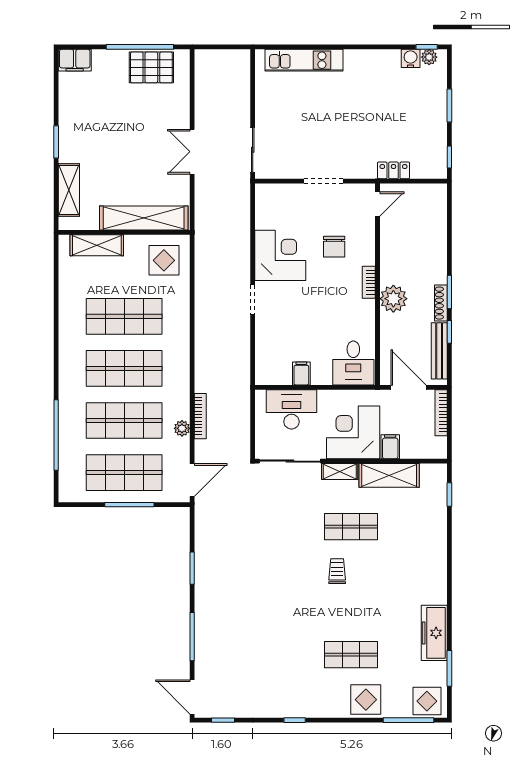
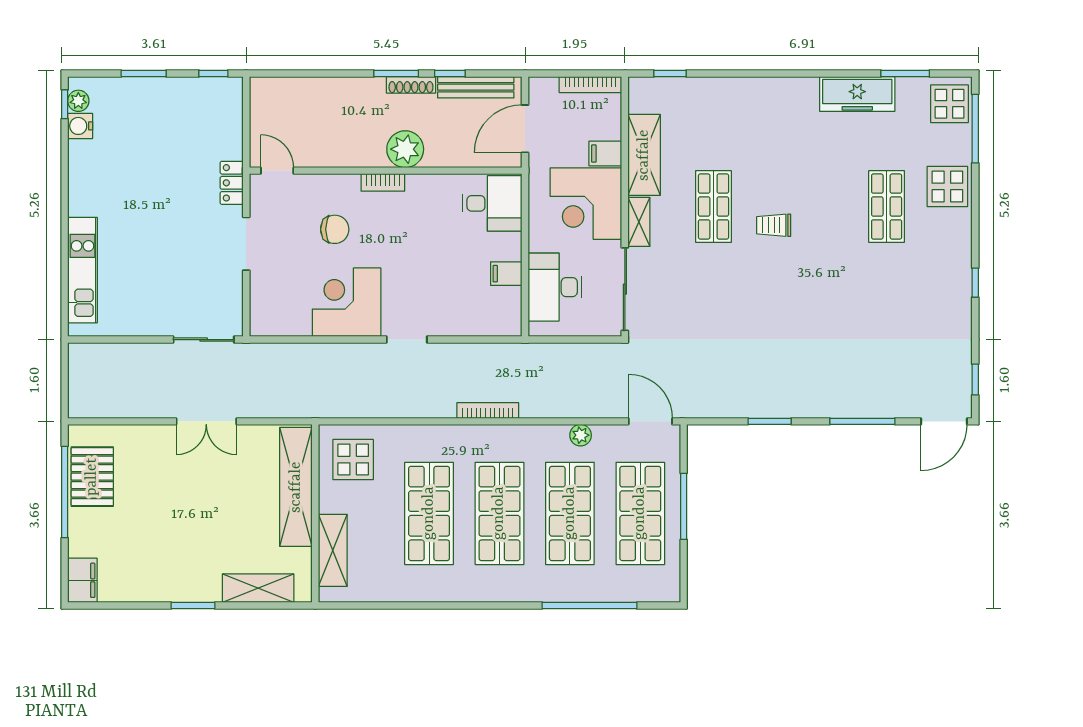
locker: (394, 170) -> (232, 183), moved
bookcase: (441, 413) -> (590, 85), moved
bookcase: (200, 416) -> (488, 410), moved

